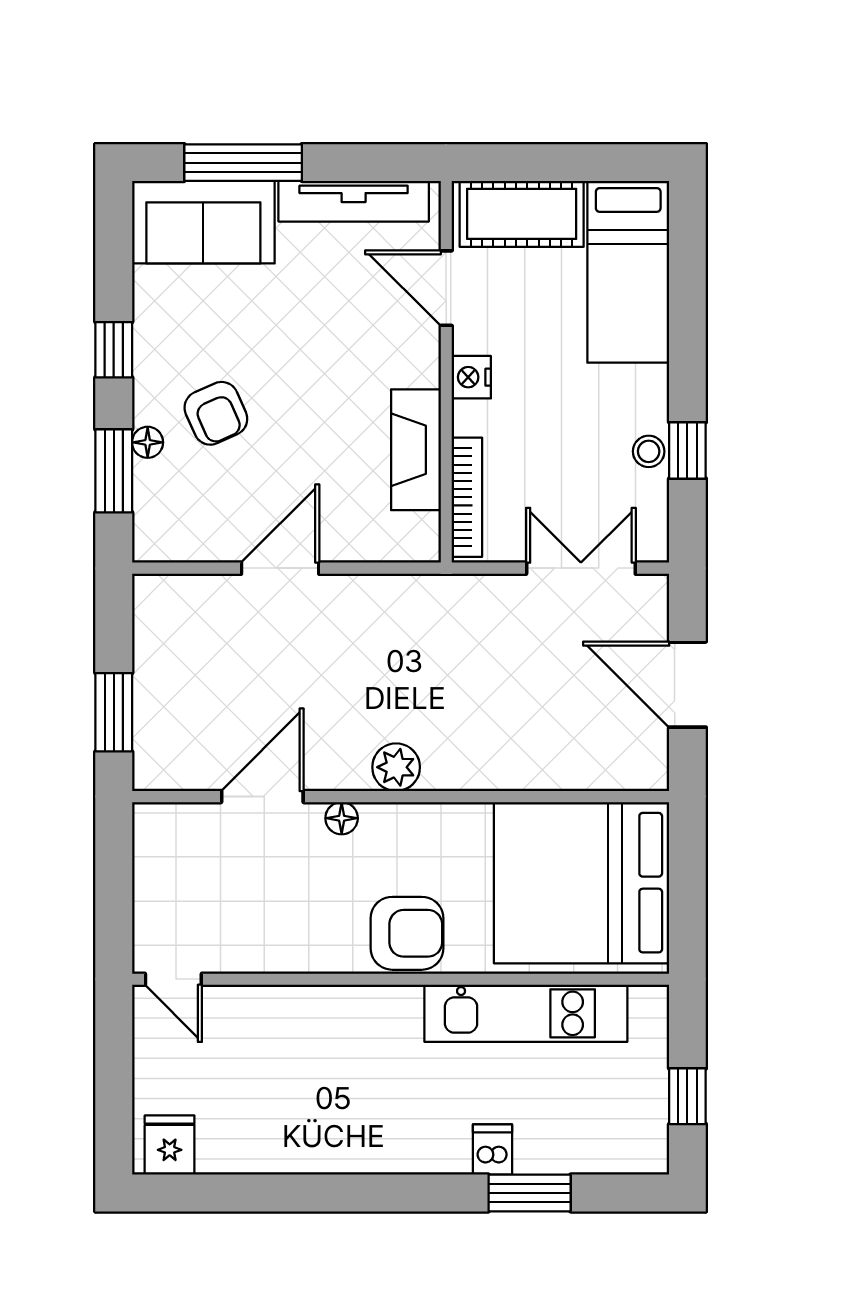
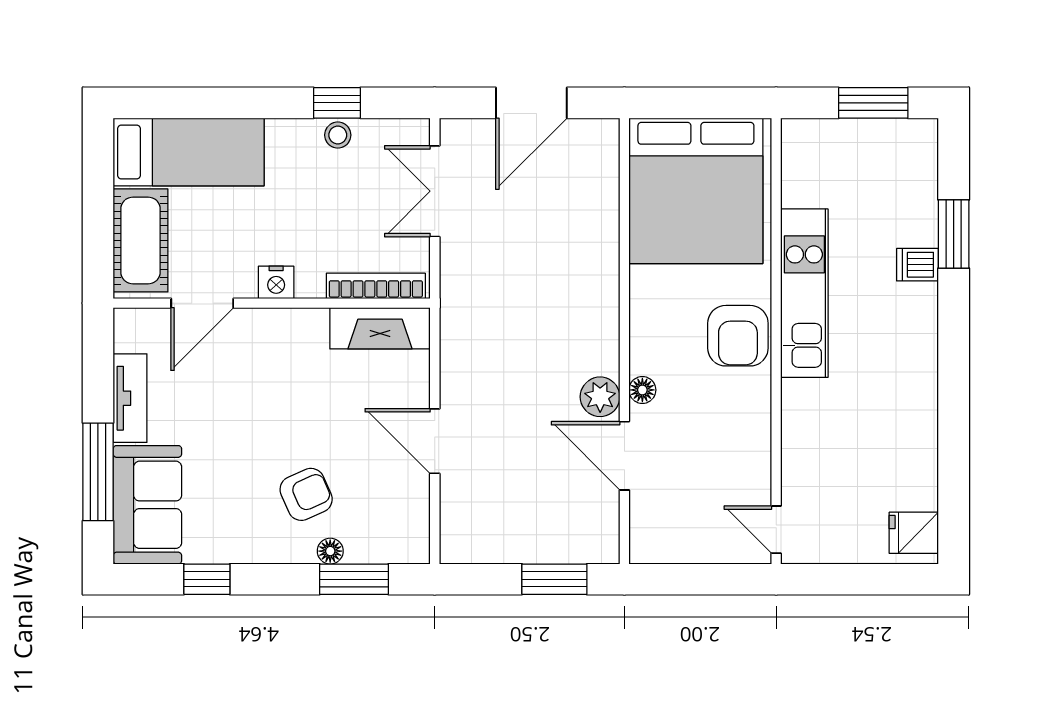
tv unit: (354, 201) -> (130, 398), width x0.71
window: (114, 350) -> (207, 579), moved
fireplace: (416, 450) -> (380, 328), moved
plant: (396, 767) -> (600, 397), moved
armchair: (407, 933) -> (738, 336), turned 180
door: (173, 979) -> (776, 530), swing flipped
kitchen unit: (526, 1013) -> (804, 293), moved
window: (687, 1096) -> (873, 103), width x1.50

